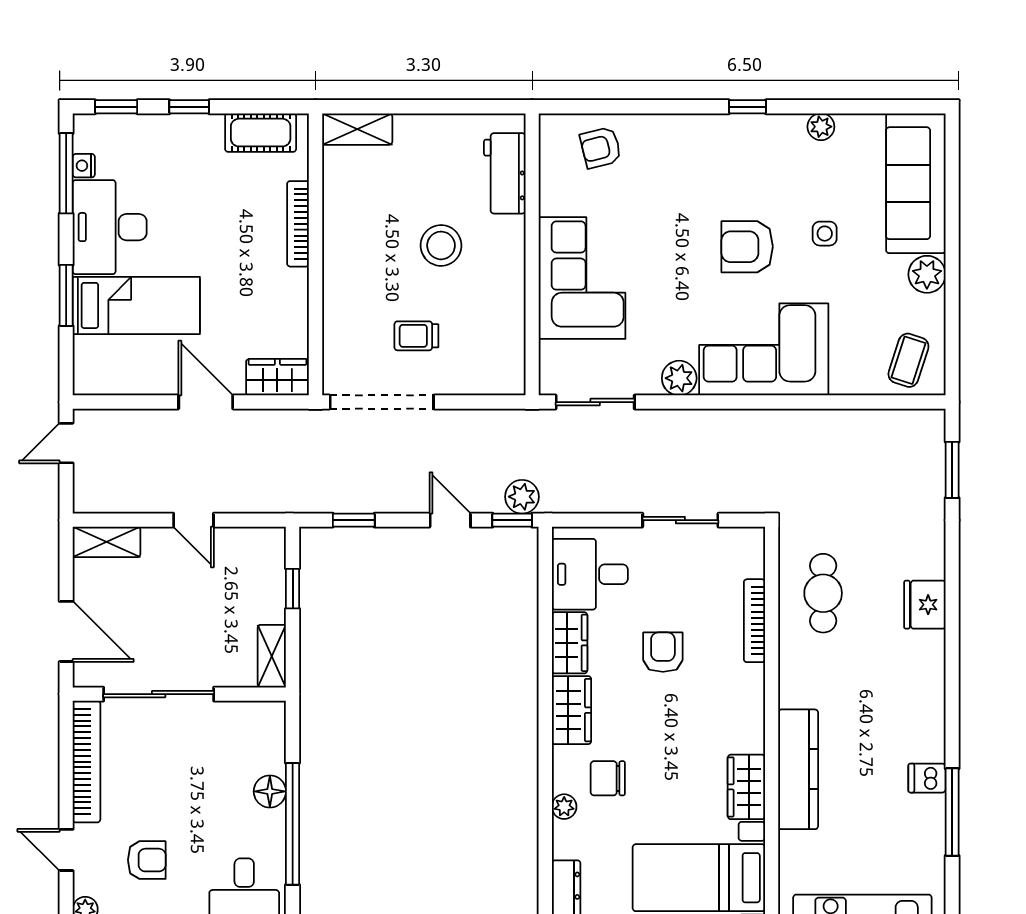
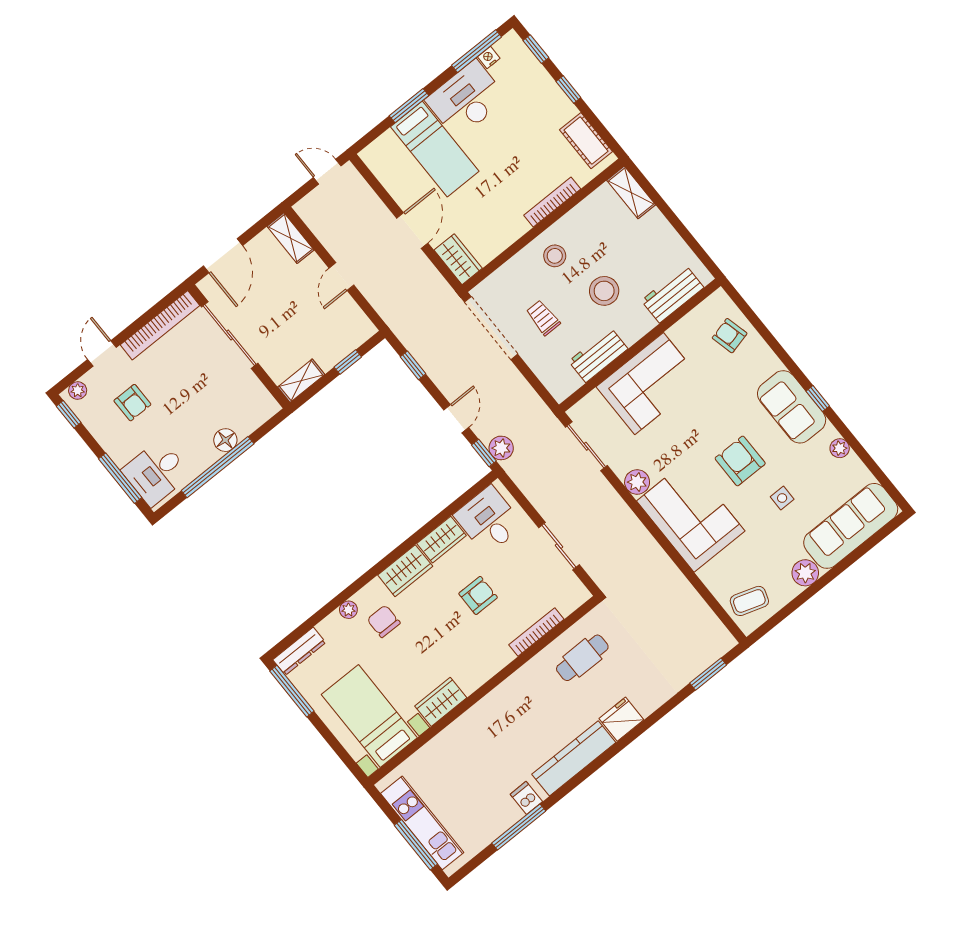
sofa: (733, 143) -> (792, 407), added
stool: (359, 269) -> (555, 256), added
workbench: (506, 308) -> (598, 355), added
kitchen counter: (798, 769) -> (574, 758), moved, turned 180

